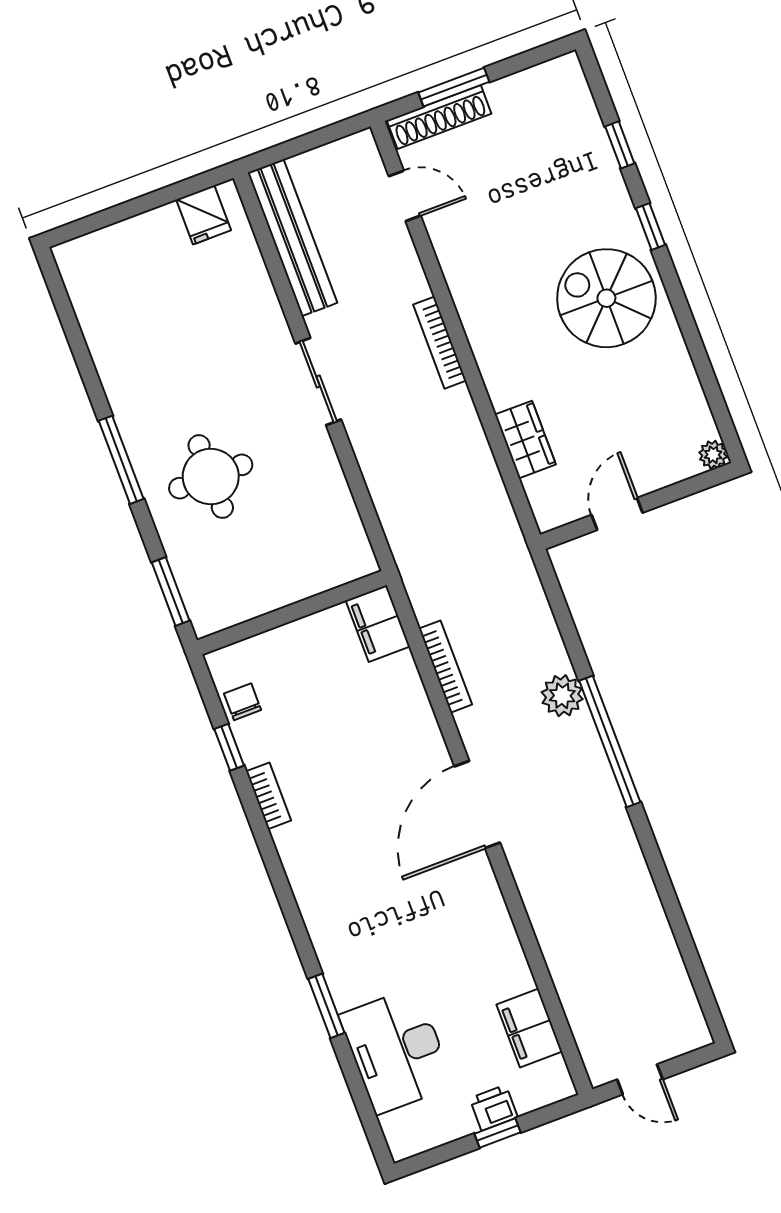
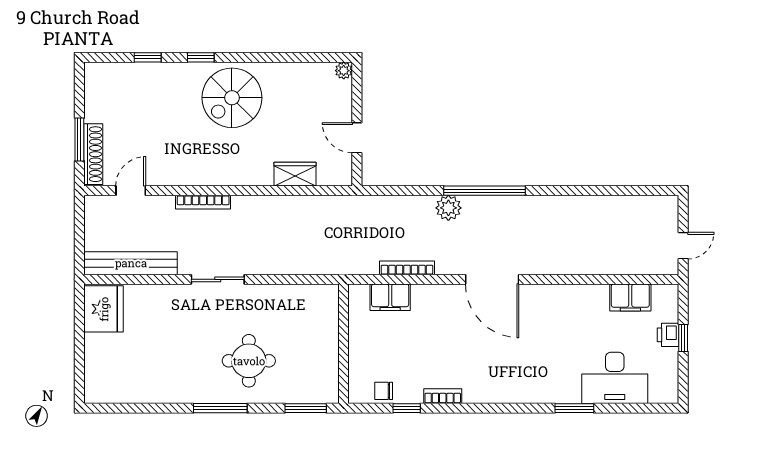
fridge: (204, 215) -> (104, 309), width x1.88, depth x1.34
bookcase: (440, 343) -> (203, 202), moved
filing cabinet: (378, 623) -> (390, 297), moved

